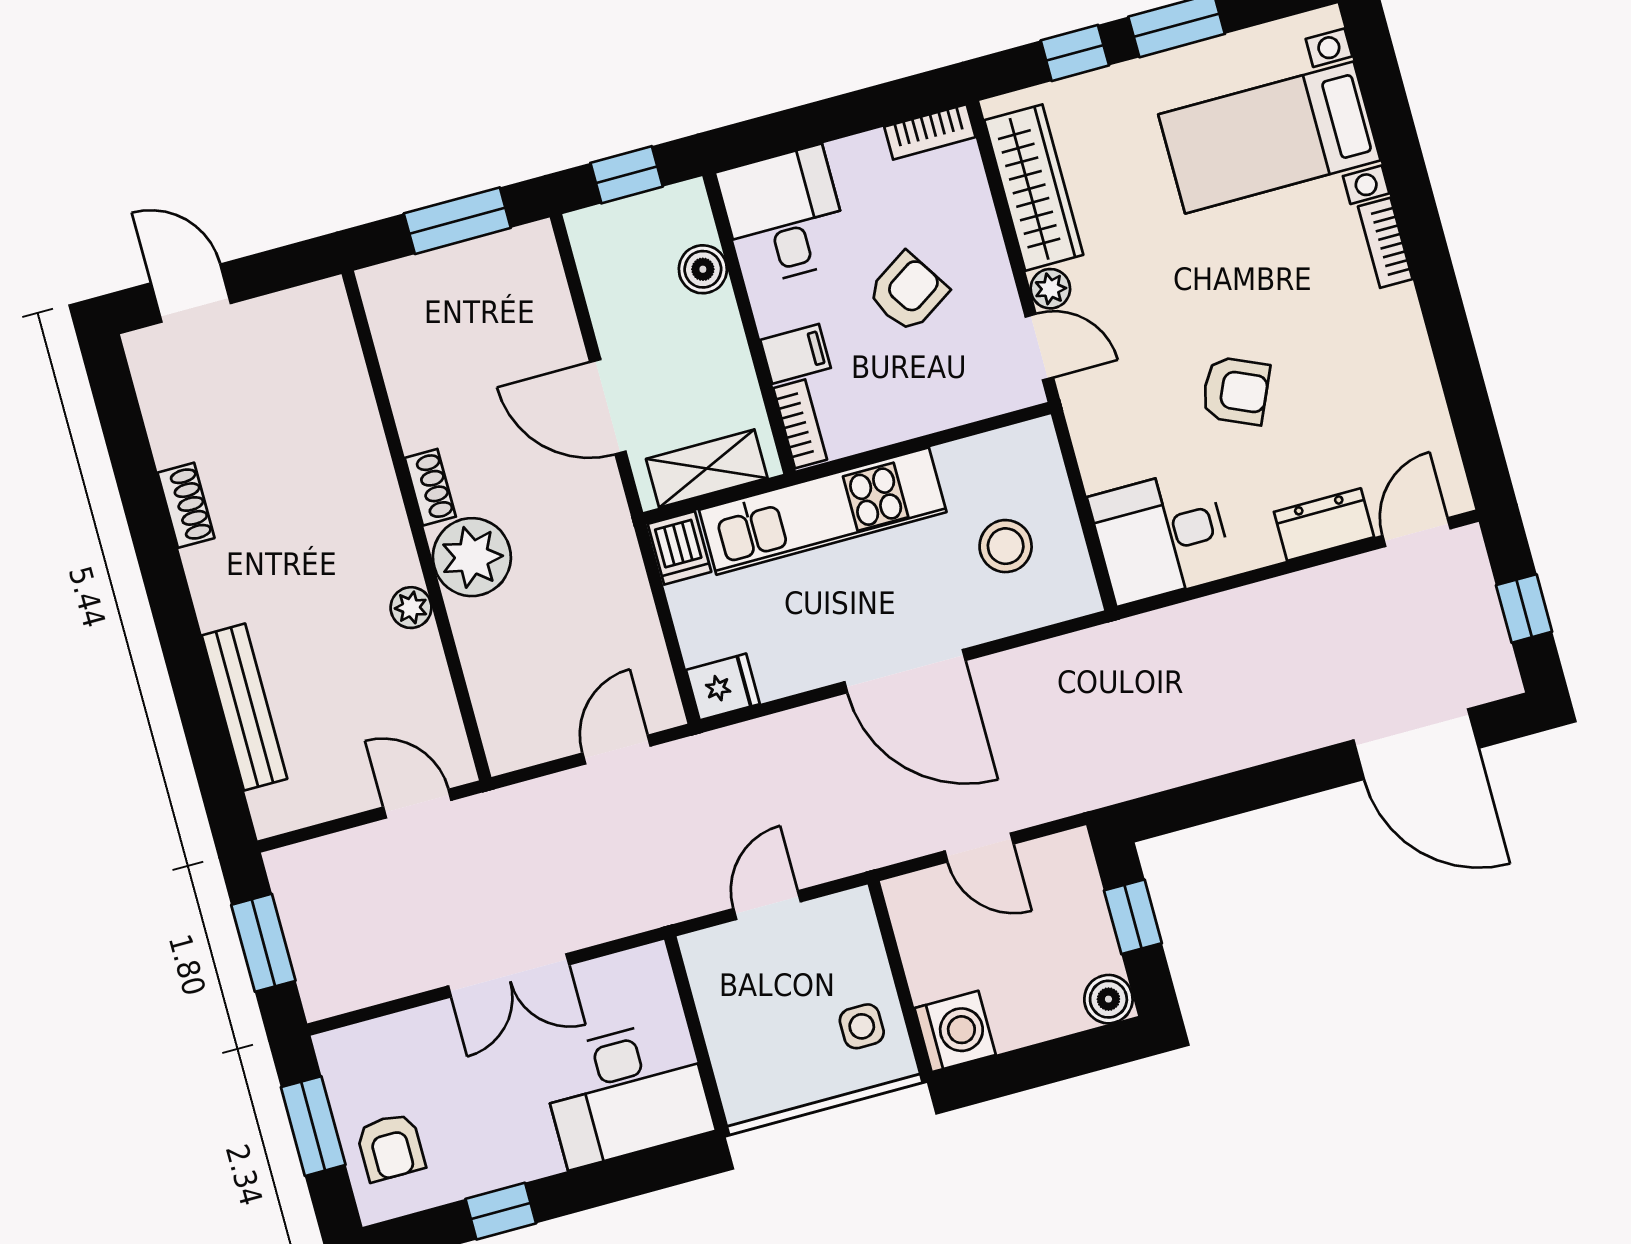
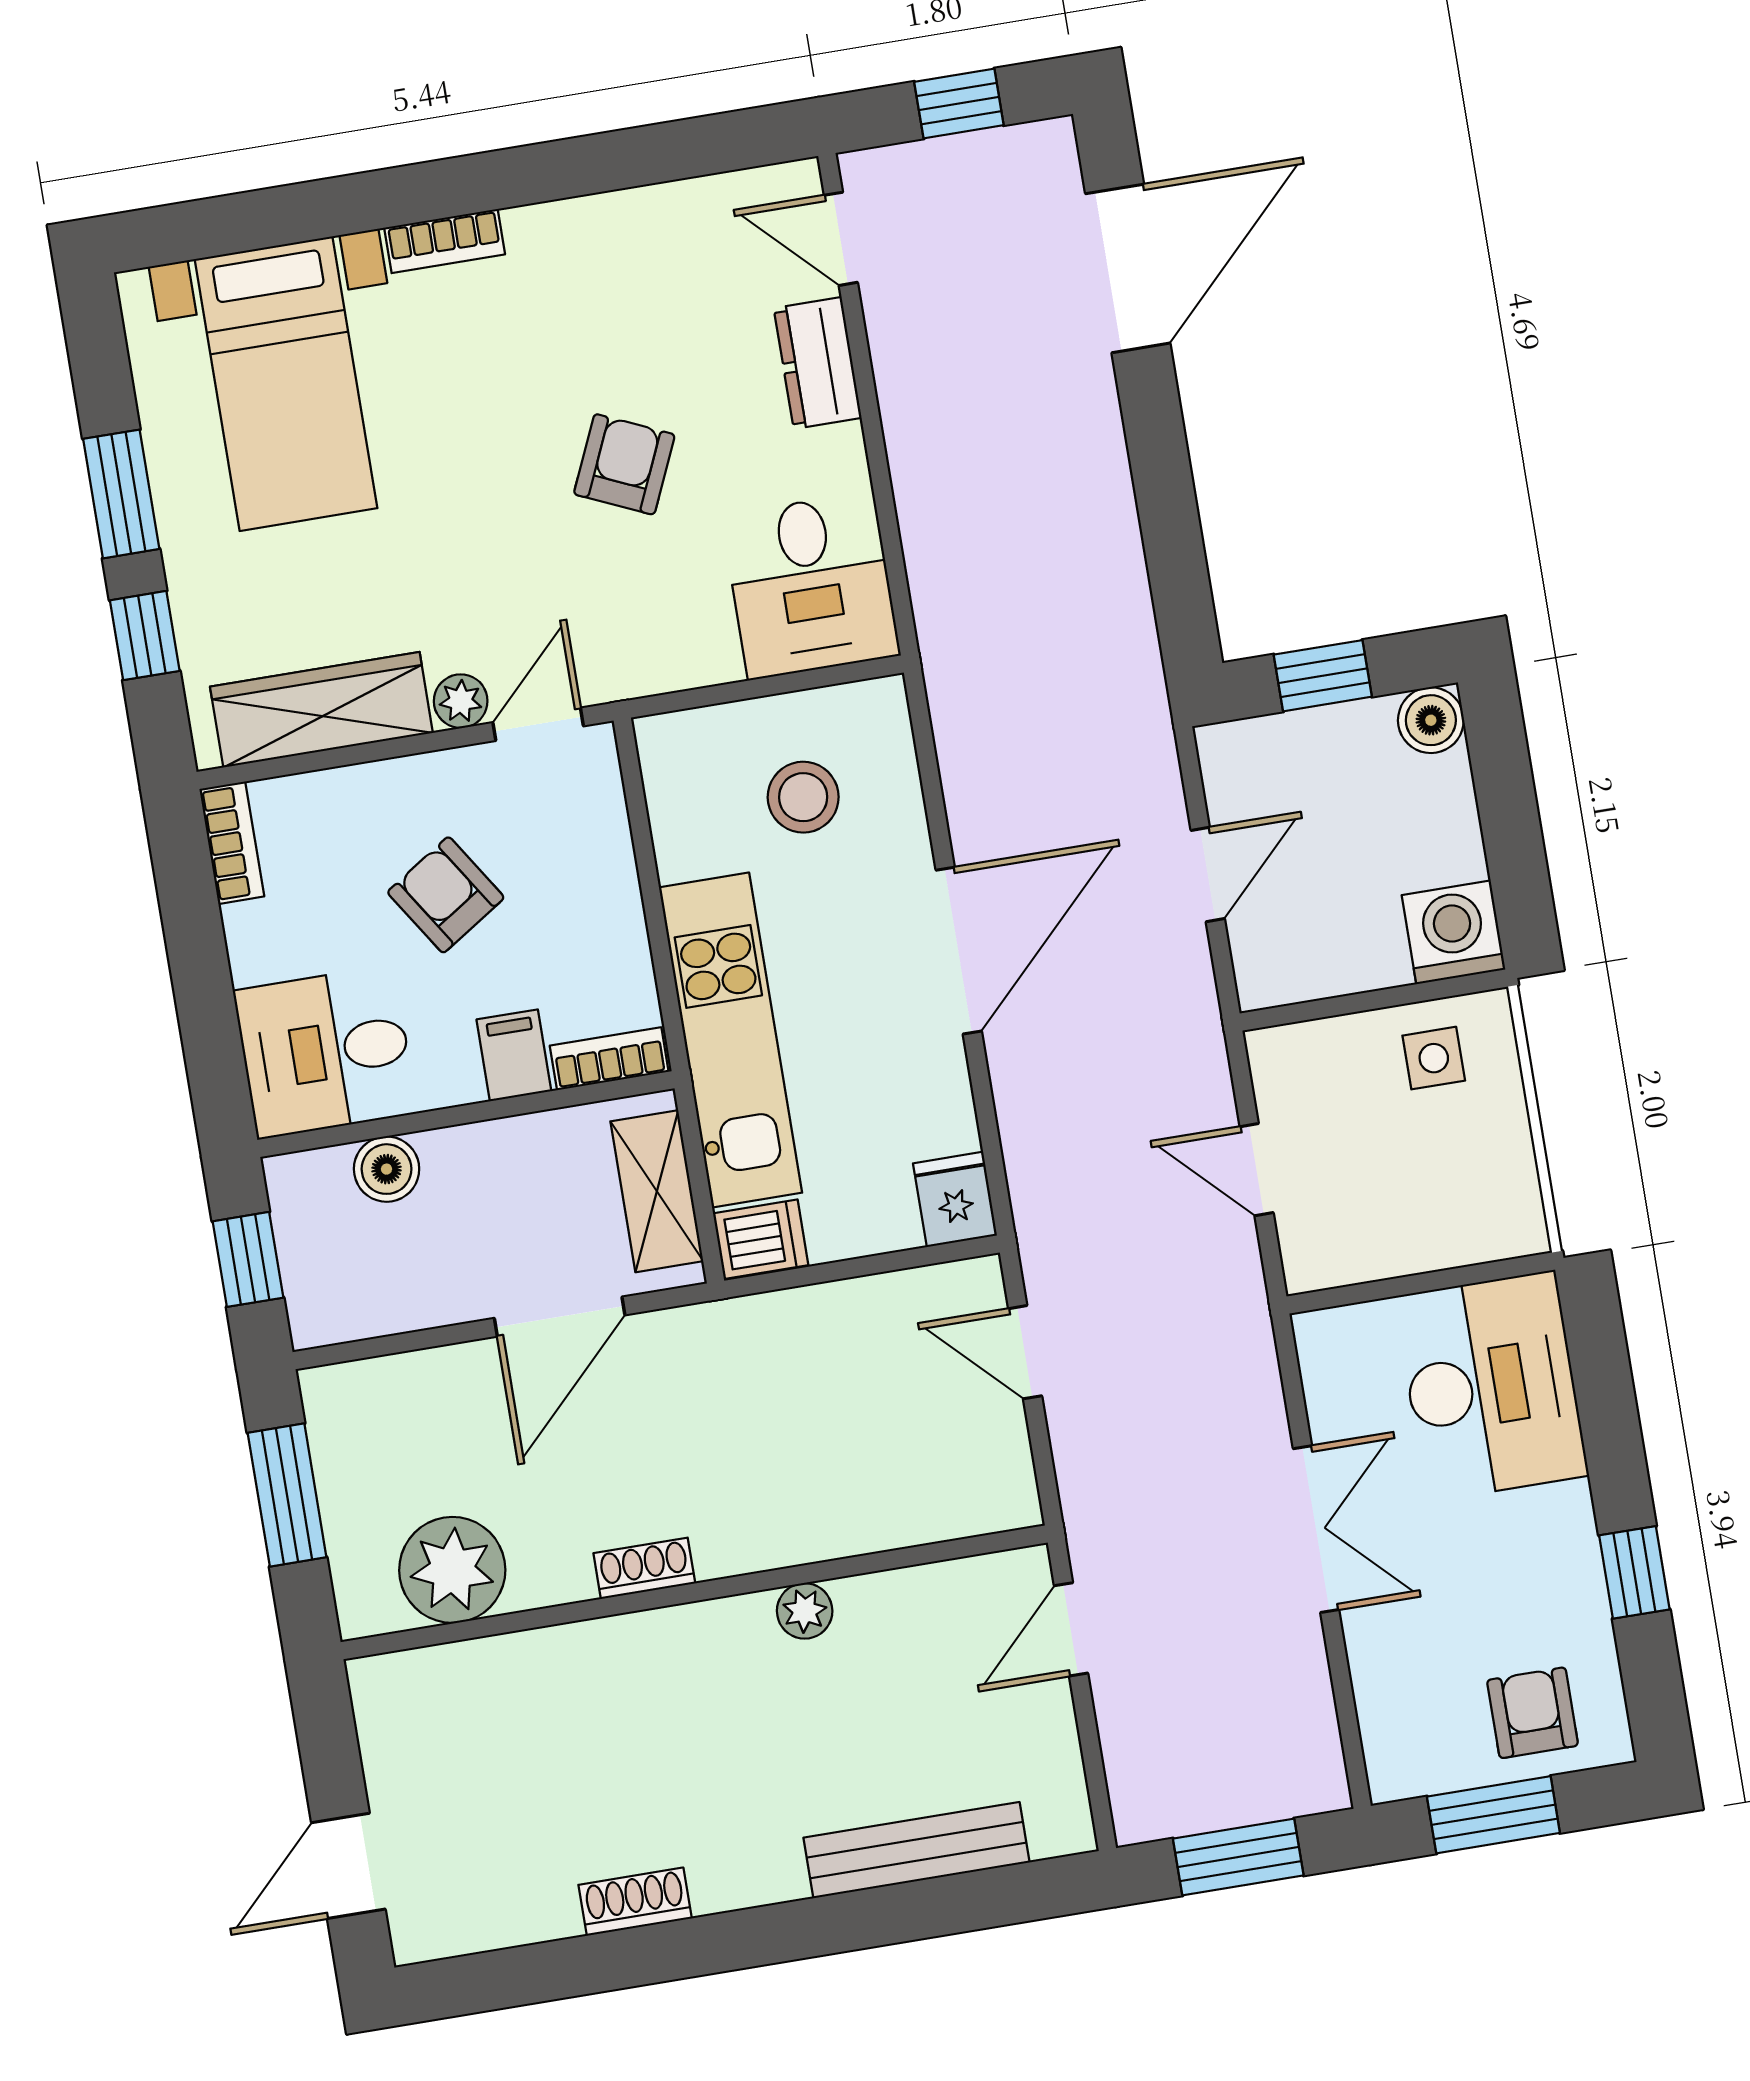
plant: (472, 557) -> (452, 1570), moved
armchair: (391, 1147) -> (1533, 1713), turned -90

